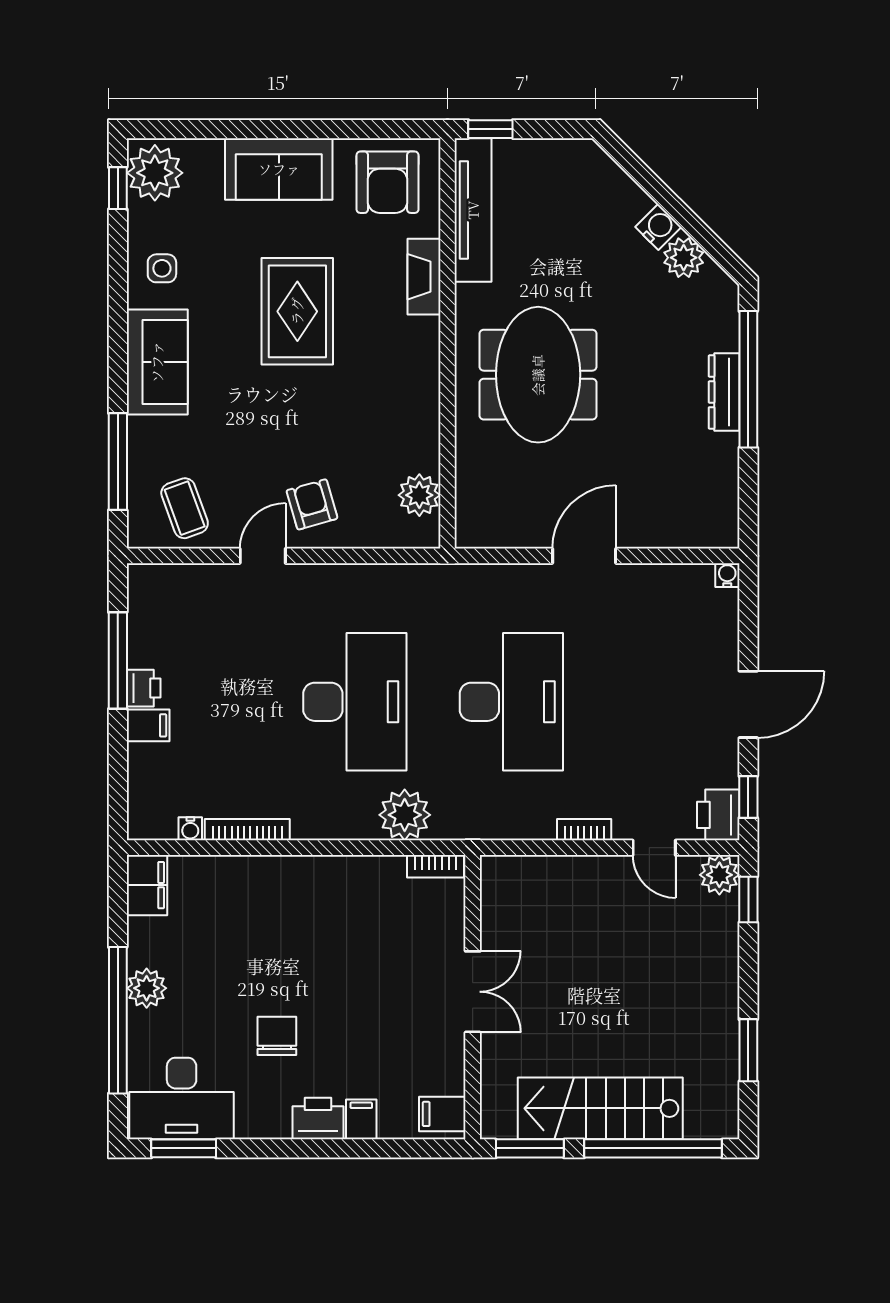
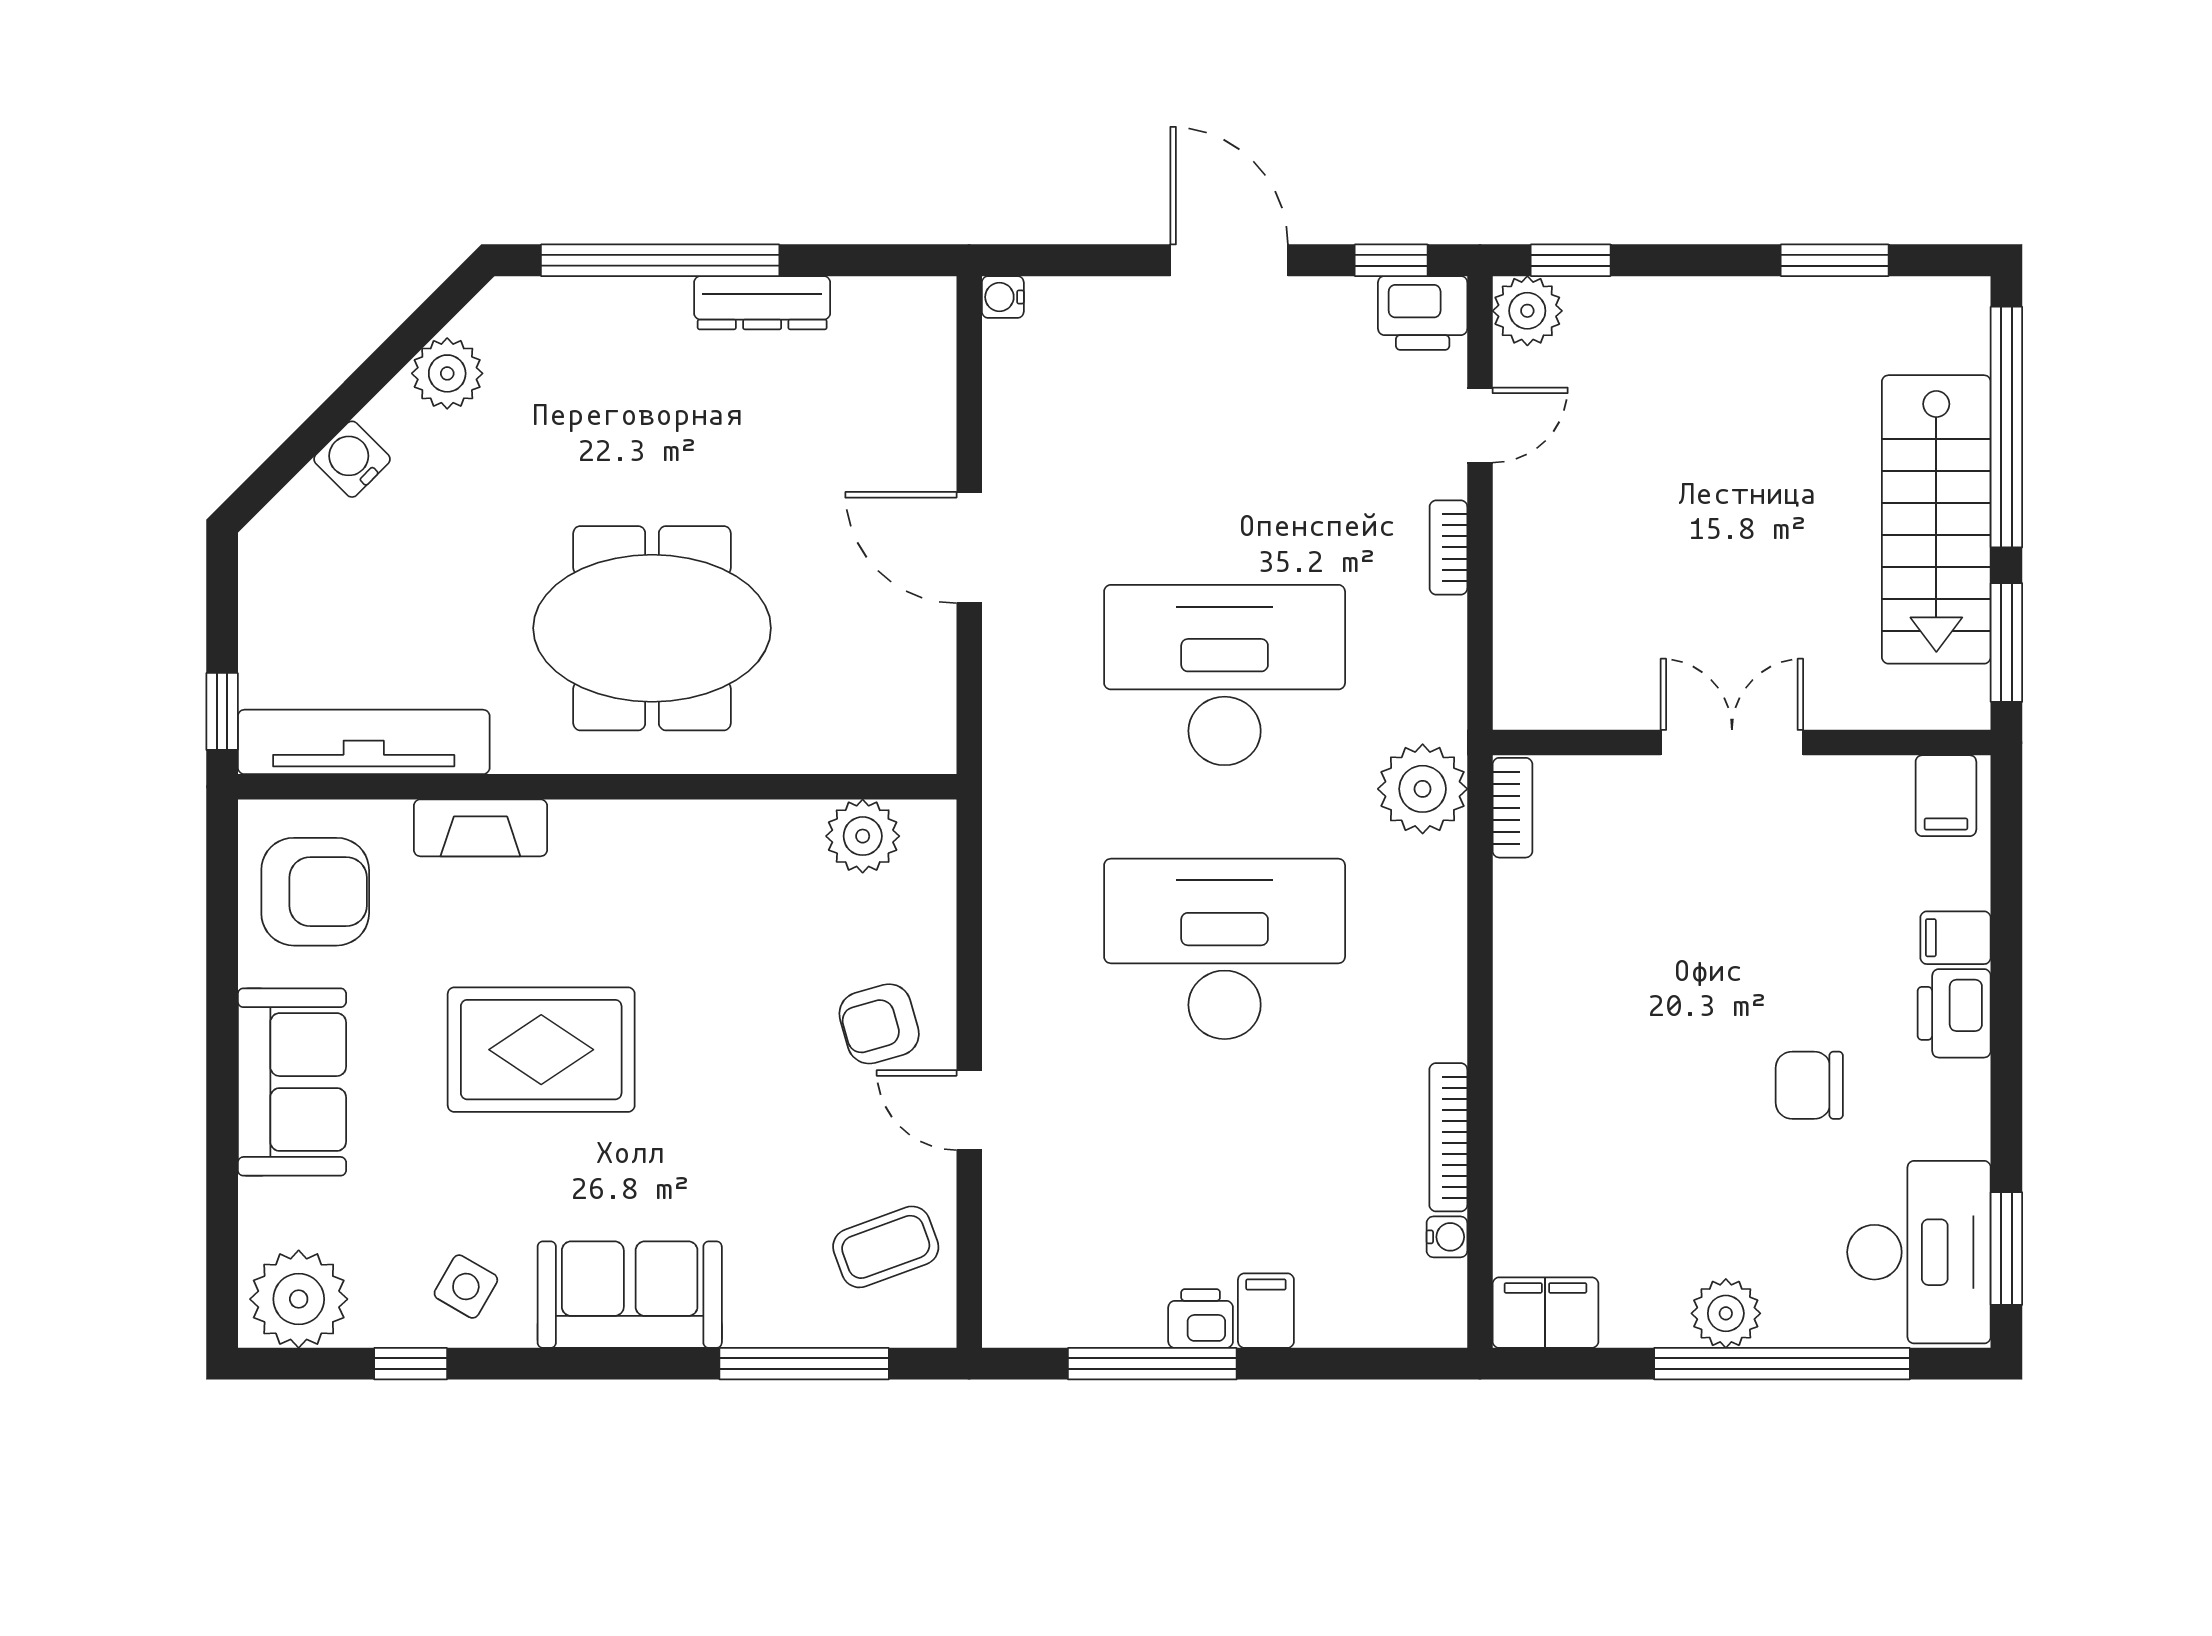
window: (118, 188) -> (411, 1364), moved
water cooler: (658, 227) -> (352, 459), moved
side table: (162, 268) -> (466, 1287), turned 30
dresser: (724, 392) -> (762, 303), moved
plant: (405, 815) -> (1423, 789), moved

